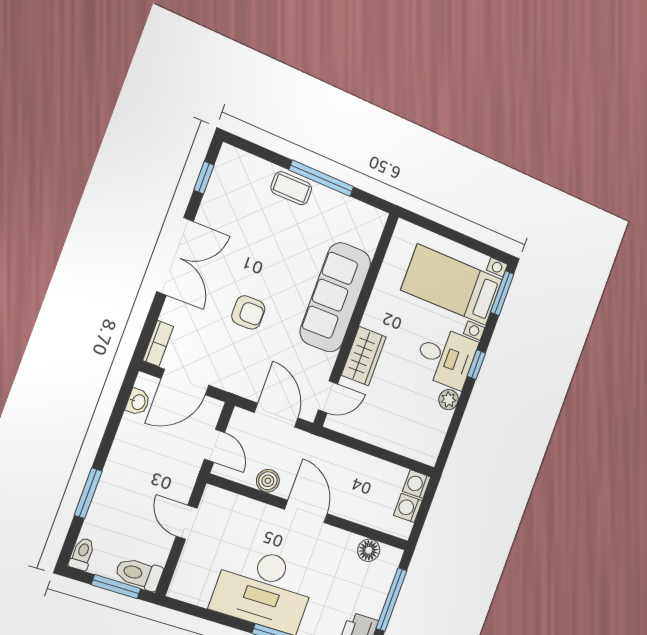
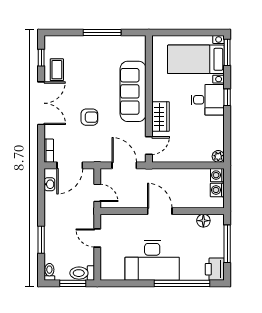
coffee table: (291, 188) -> (57, 70), moved, turned 90
plant: (449, 400) -> (218, 156), moved
boiler: (268, 481) -> (133, 202), removed

